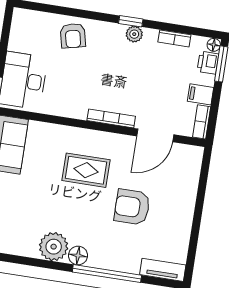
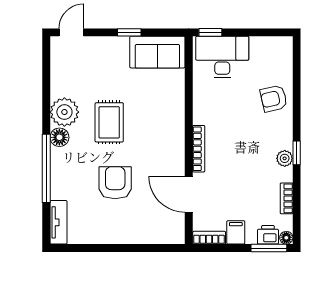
rug: (86, 170) -> (109, 122), moved

